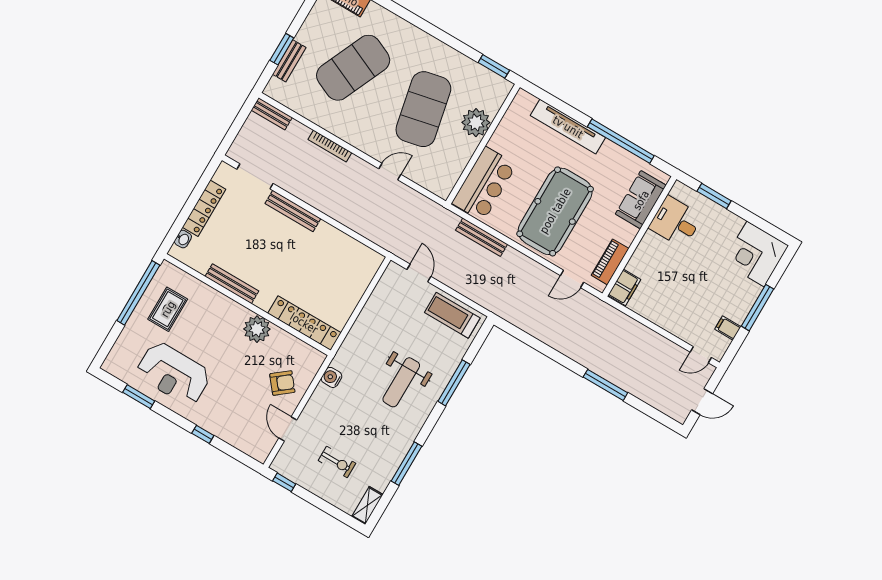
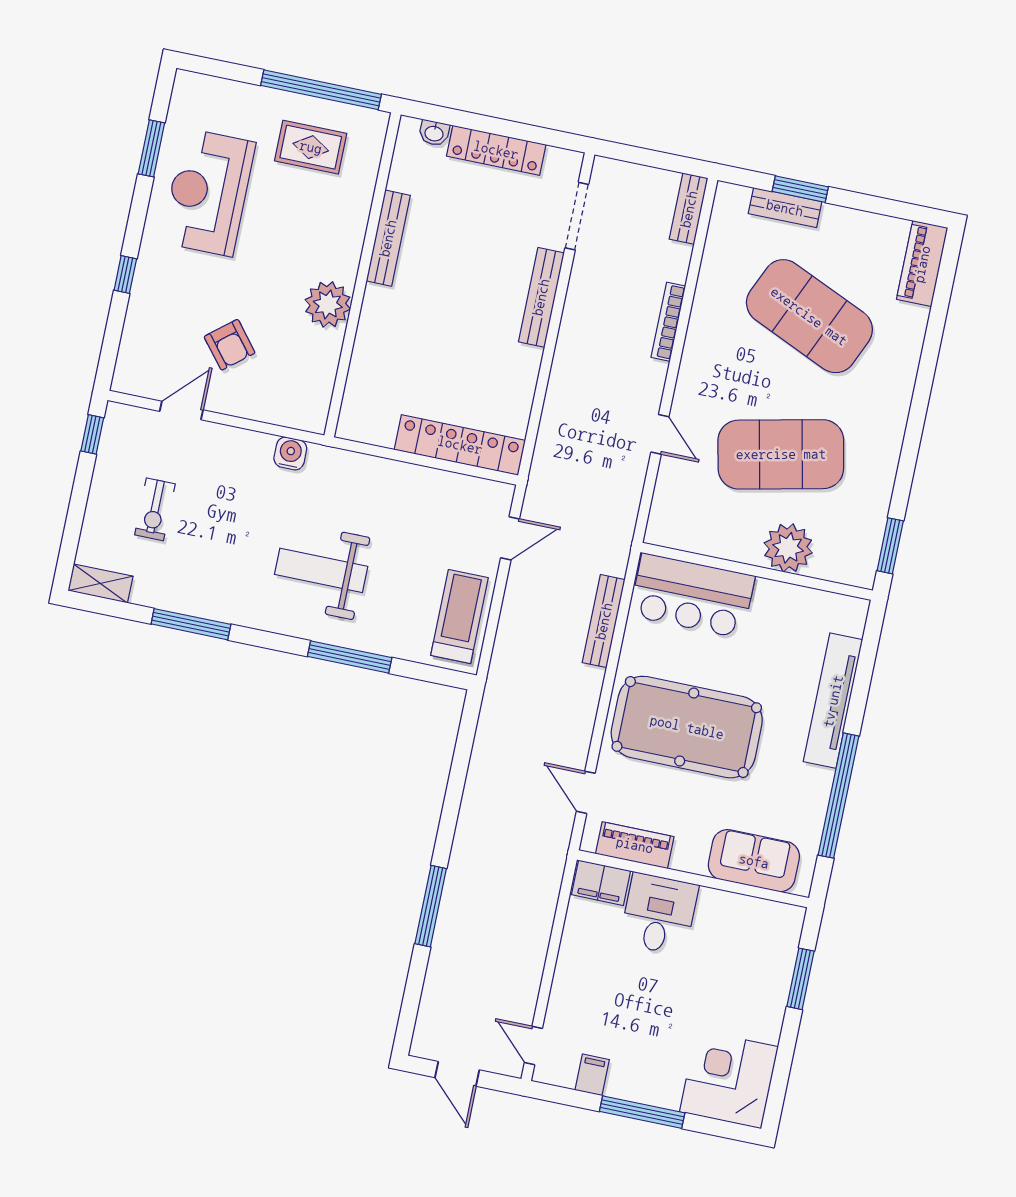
desk: (676, 222) -> (659, 914), moved
locker: (304, 323) -> (460, 445), moved, turned -90
armchair: (282, 383) -> (230, 345), moved

